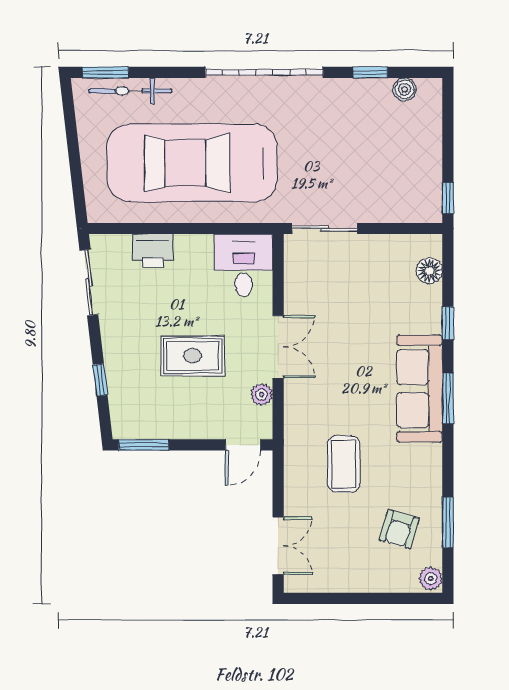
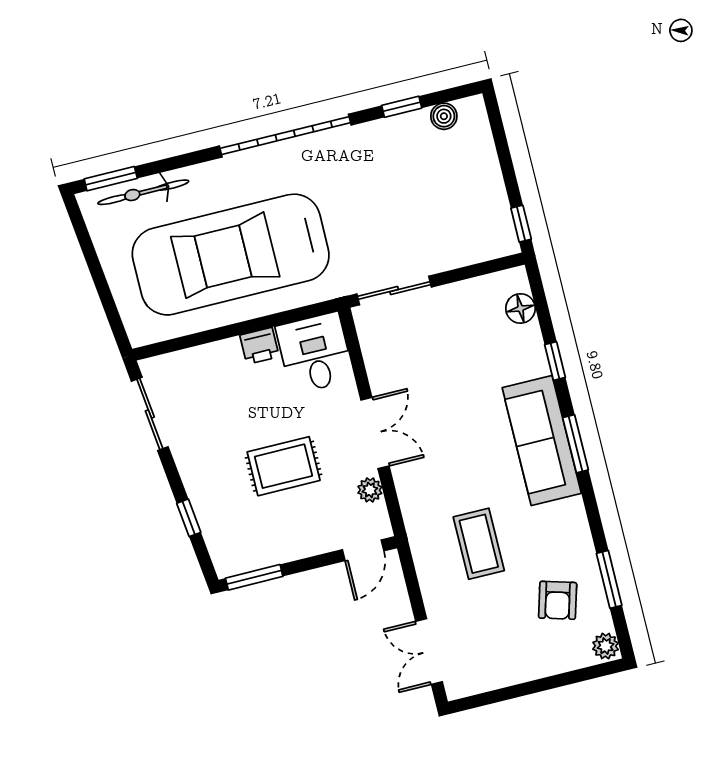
printer: (153, 251) -> (260, 346), moved, width x0.73, depth x0.81
double door: (278, 546) -> (429, 651), swing flipped

